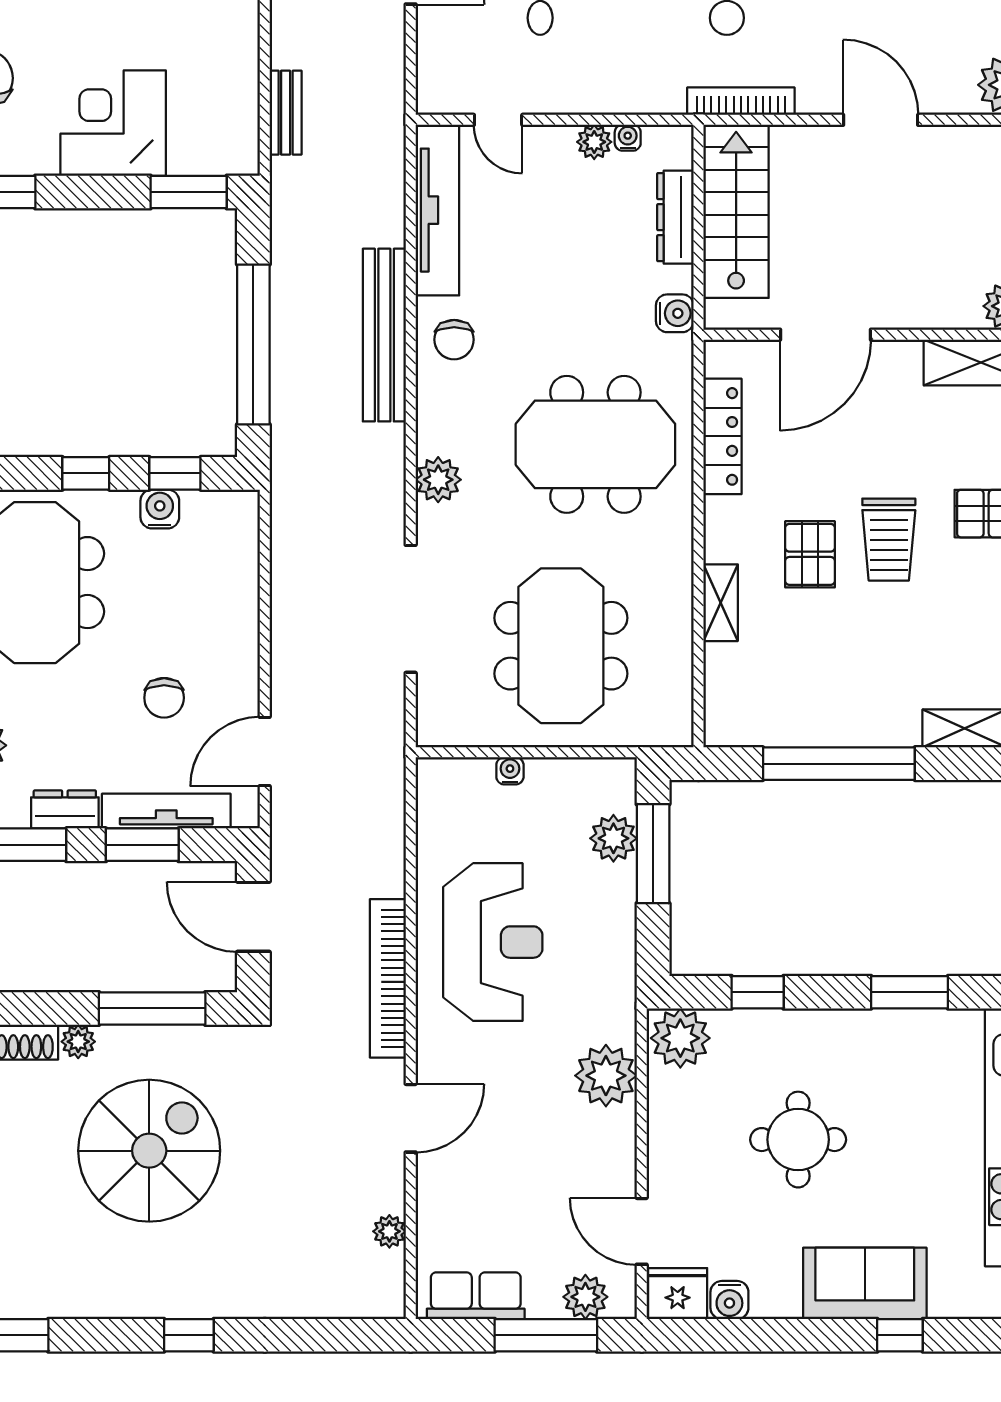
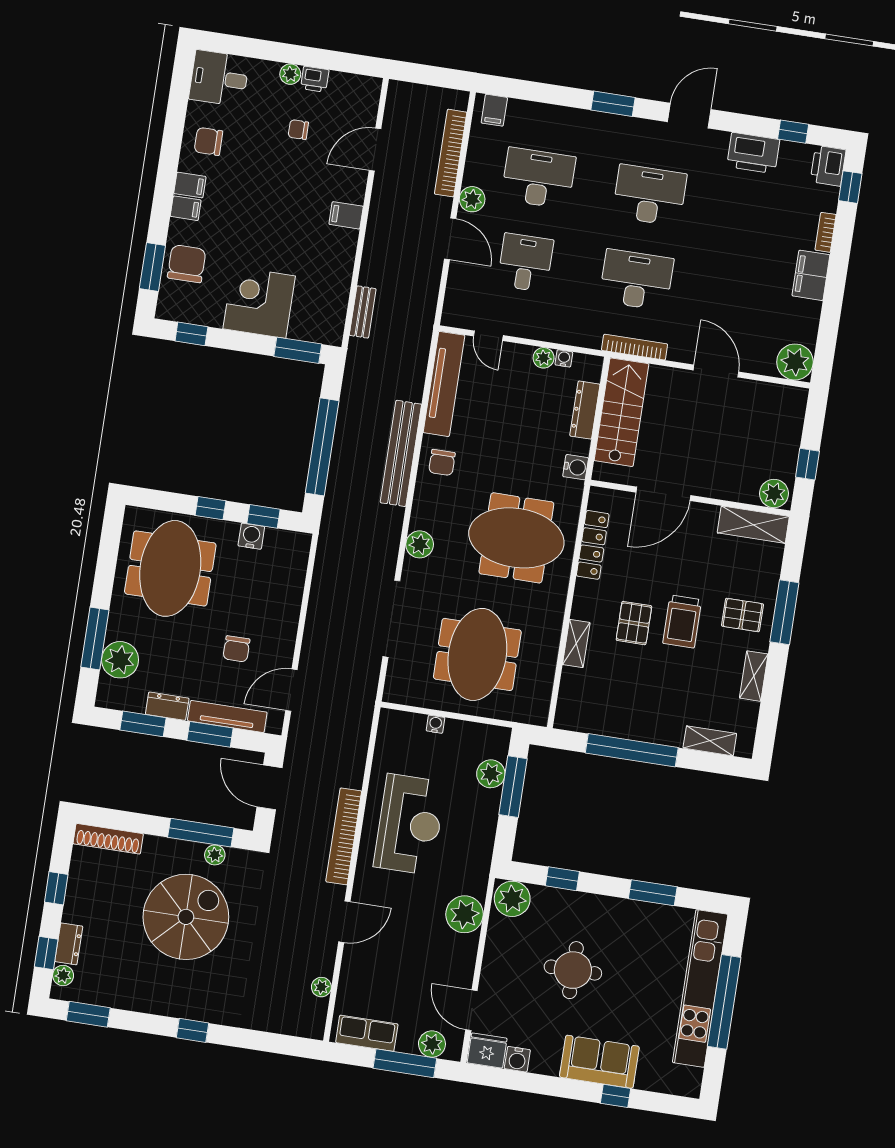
plant: (78, 1042) -> (215, 855), moved

